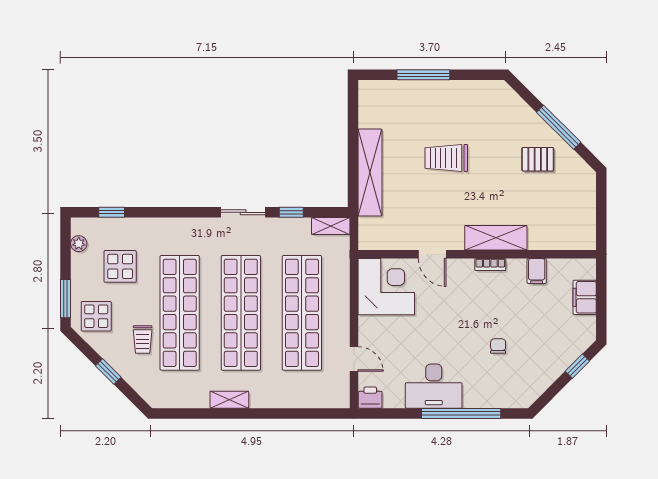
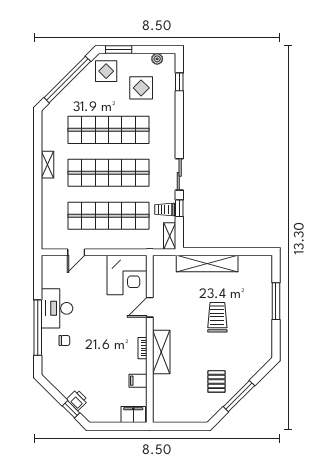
filing cabinet: (585, 297) -> (133, 414), moved
trolley: (143, 340) -> (165, 209), moved
chair: (498, 346) -> (64, 341), moved
window: (108, 372) -> (67, 80), width x3.17
printer: (370, 398) -> (77, 400), moved, turned -45

